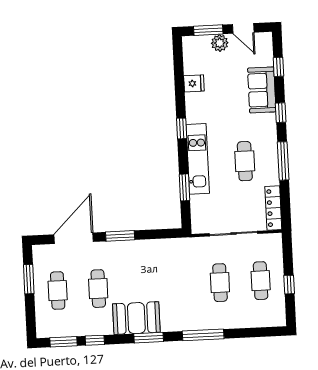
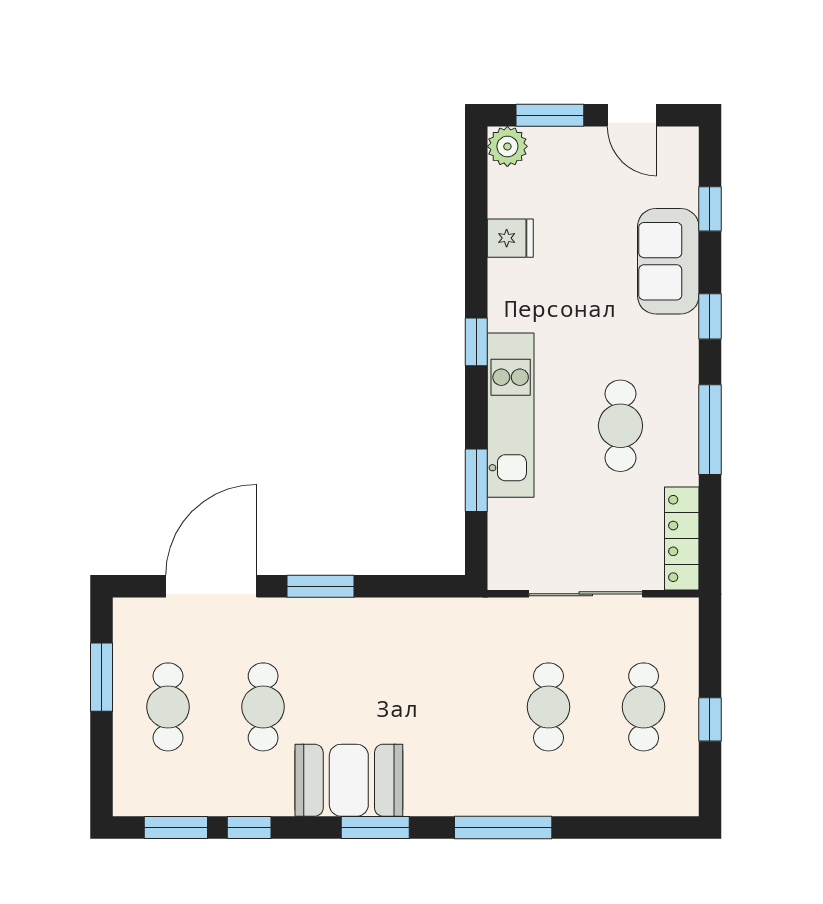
plant: (220, 43) -> (507, 146), moved

